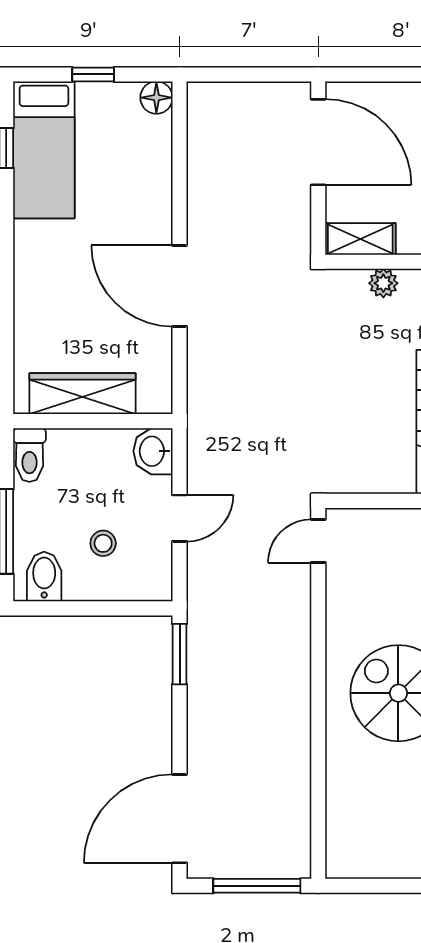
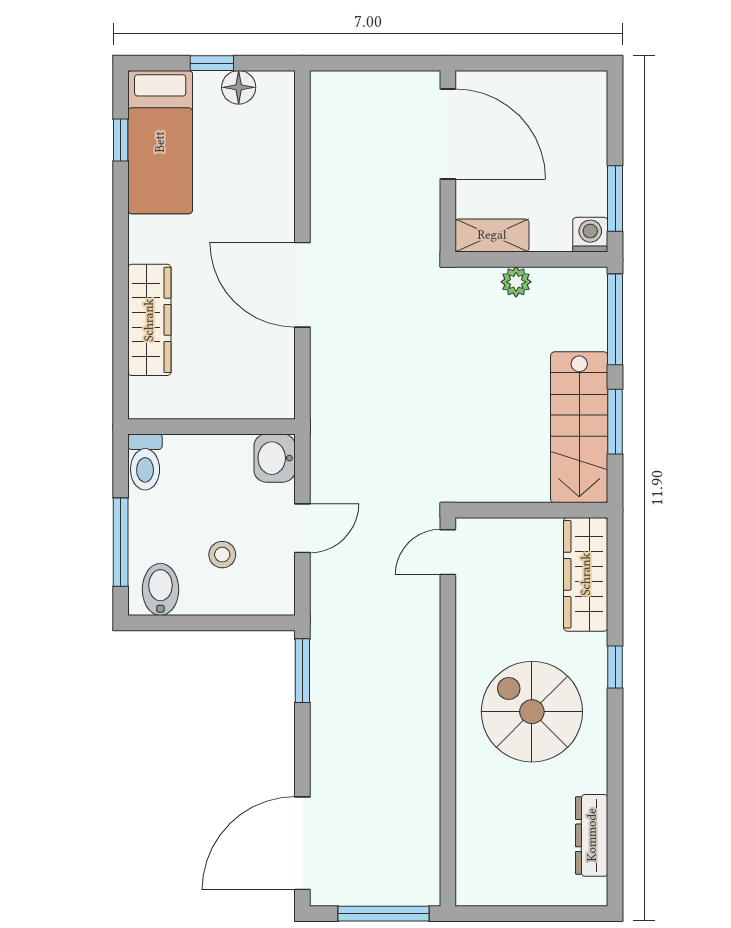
floor lamp: (156, 98) -> (239, 87), moved
wardrobe: (83, 394) -> (149, 320), moved, turned 90

